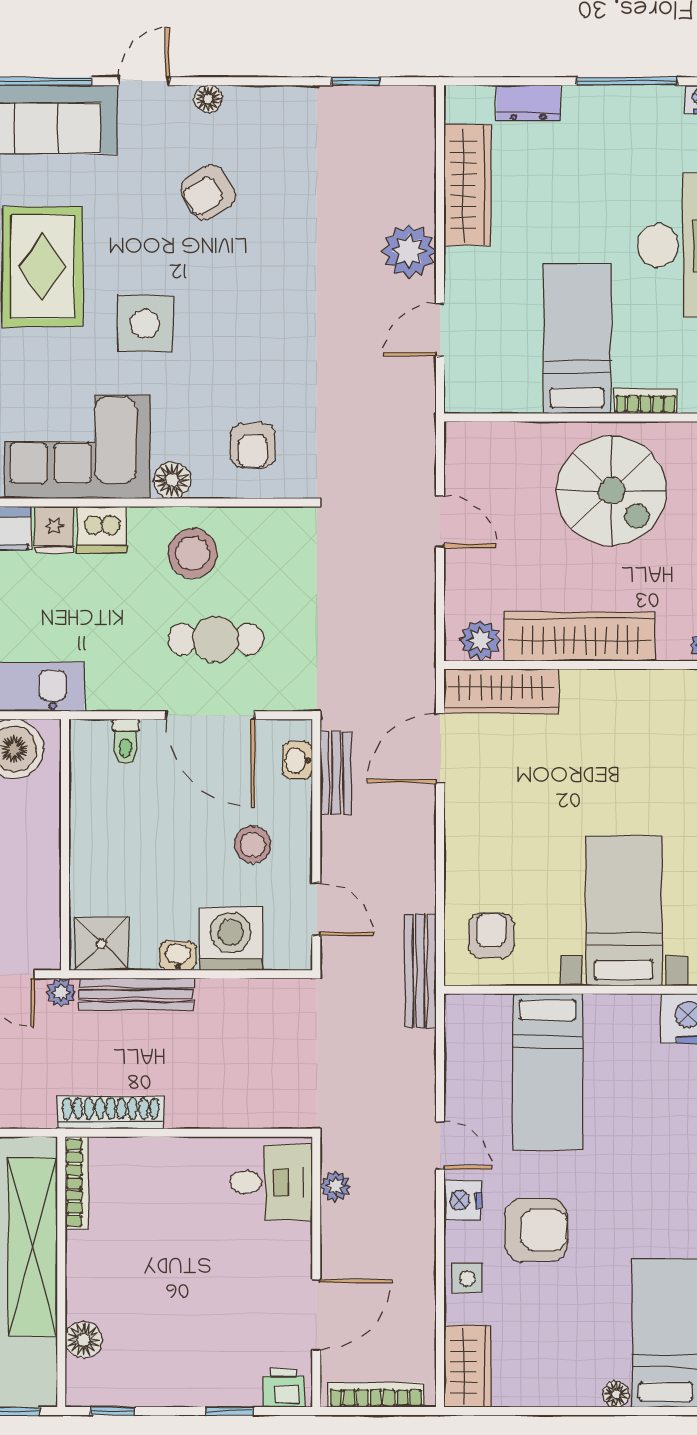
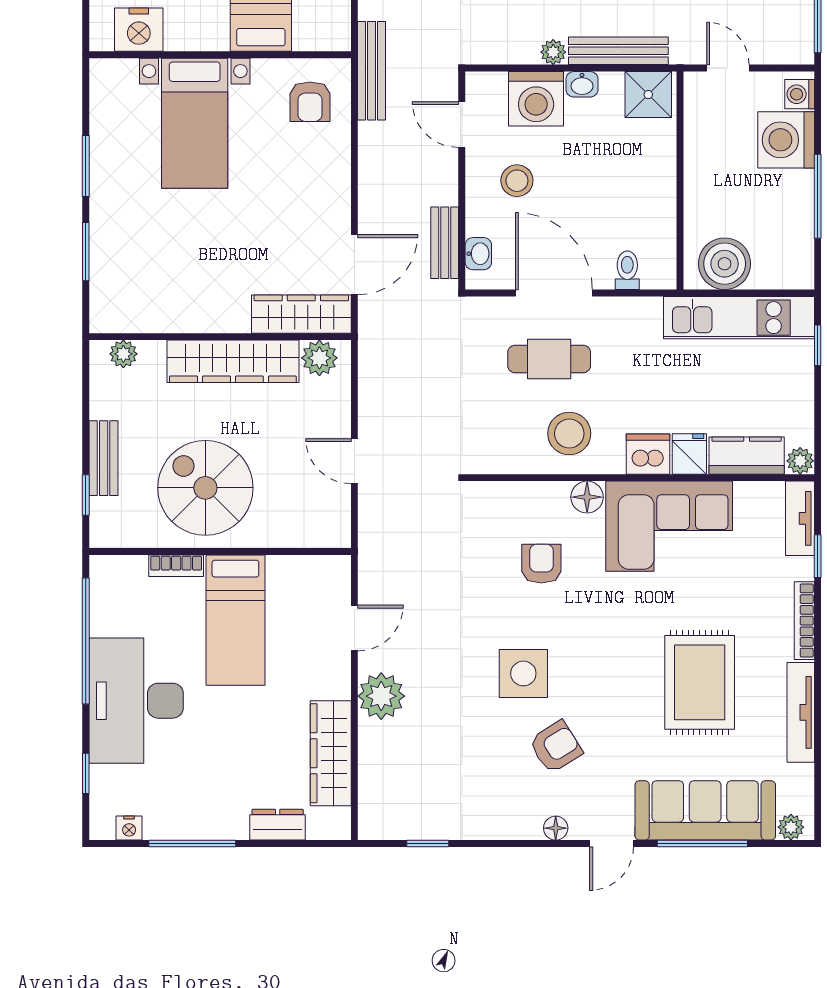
side table: (145, 324) -> (523, 673), moved
armchair: (253, 446) -> (541, 564), moved
plant: (61, 993) -> (553, 52), moved

